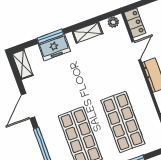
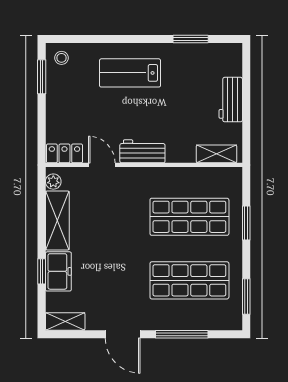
shelving: (87, 32) -> (57, 220), width x1.50, depth x1.33
window: (50, 36) -> (42, 271), width x0.67

